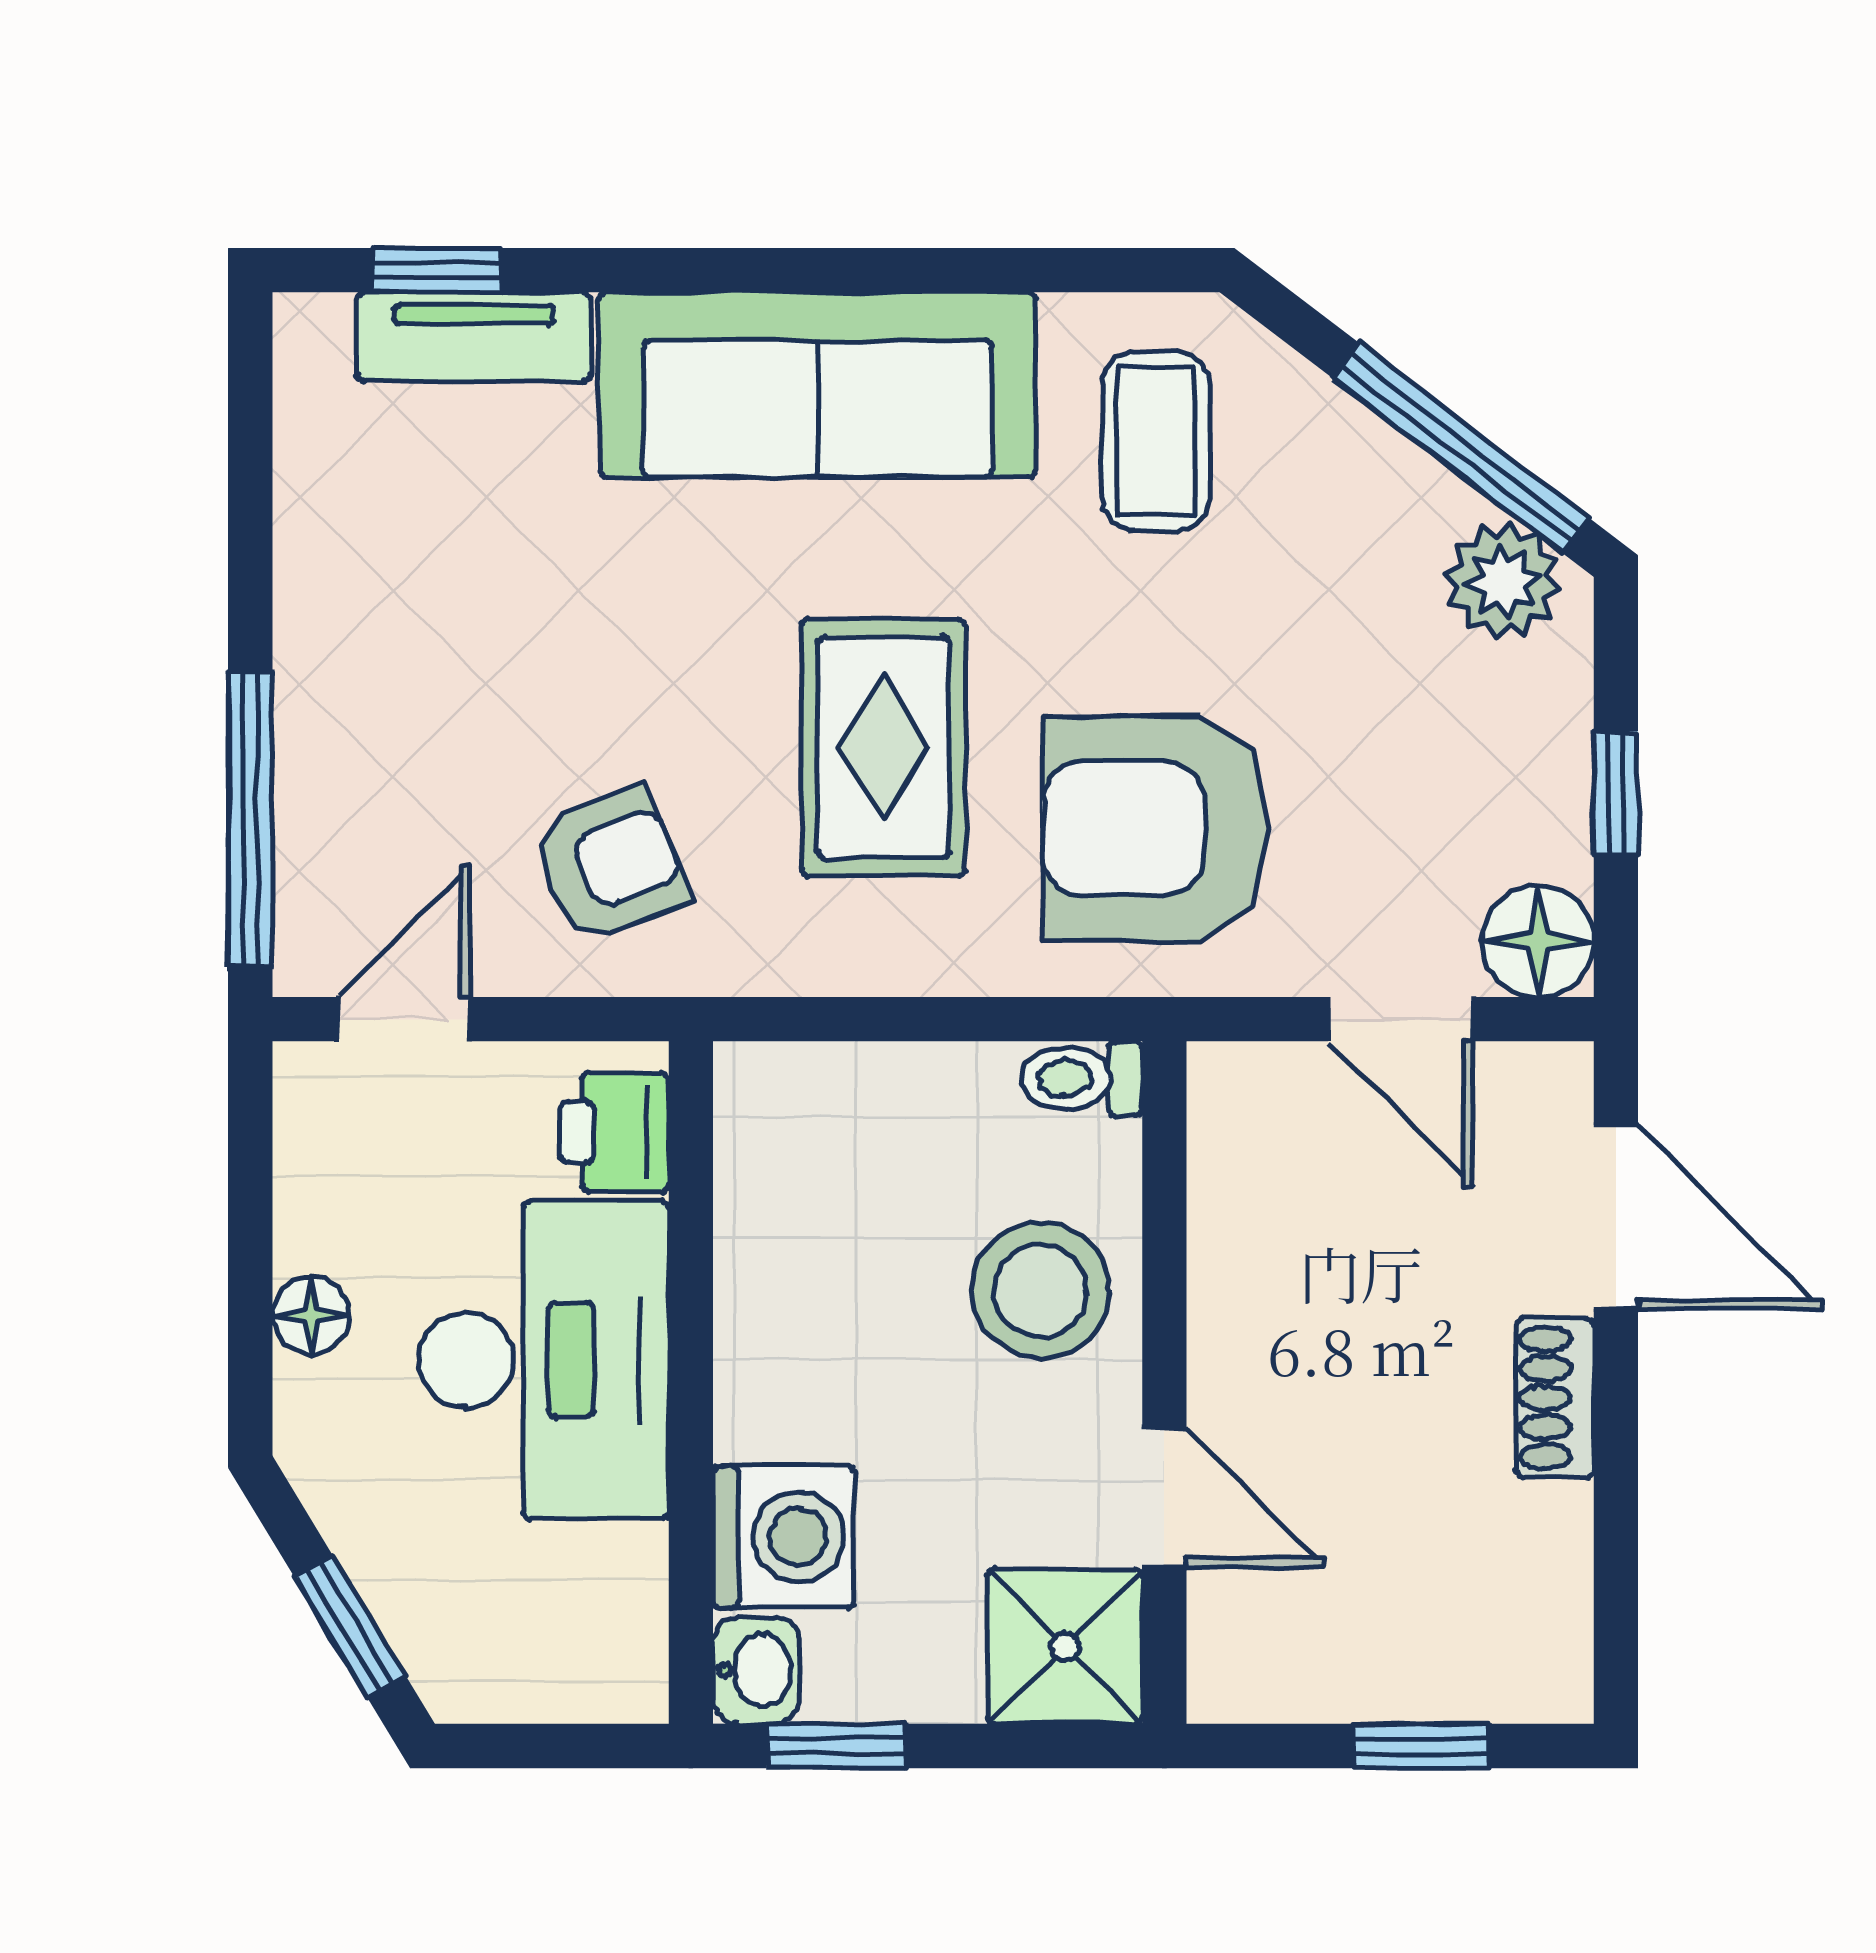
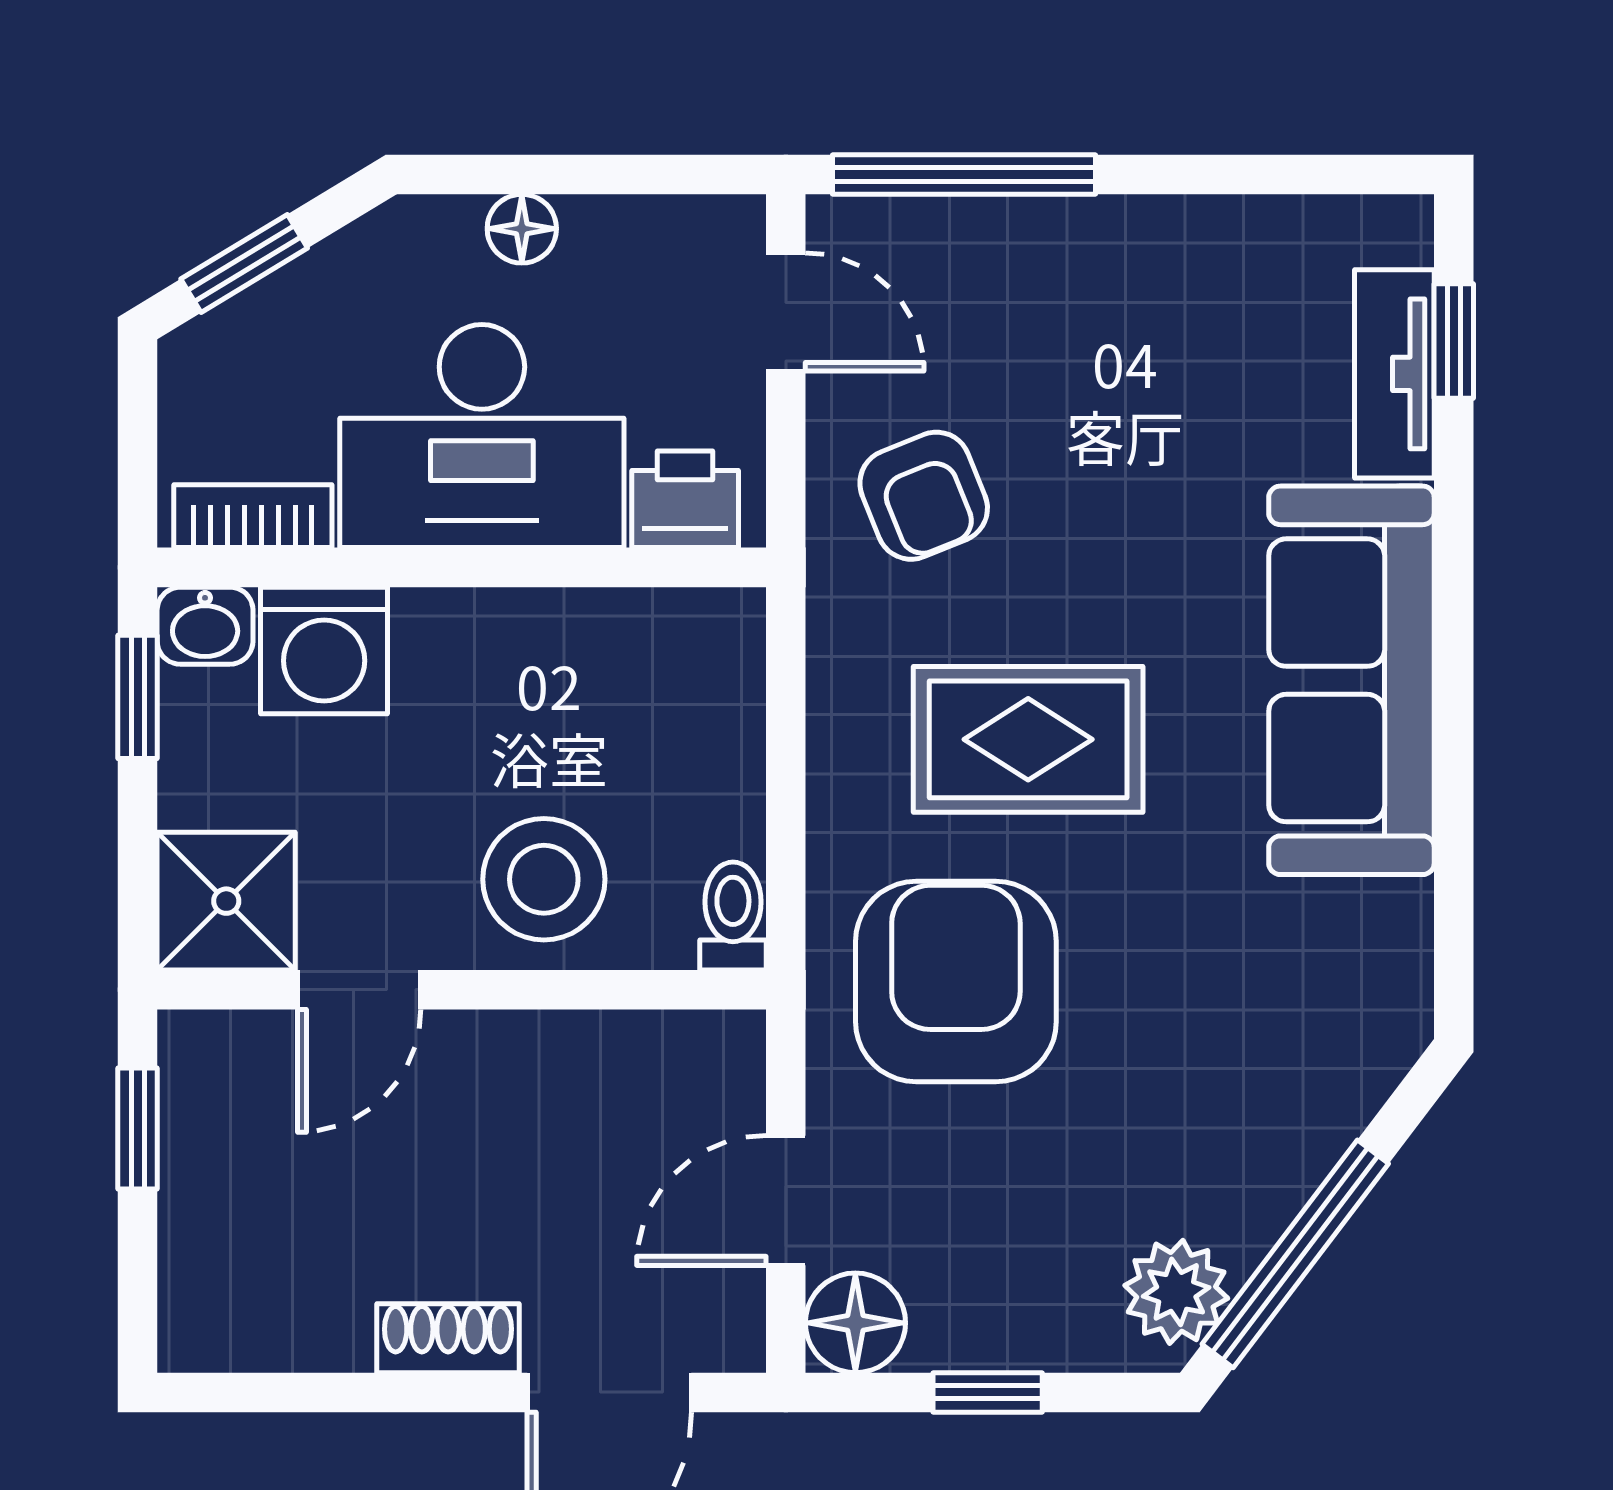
coffee table: (1156, 441) -> (1301, 982), removed
bookcase: (633, 1617) -> (253, 516), added
window: (1421, 1746) -> (138, 1128), moved

